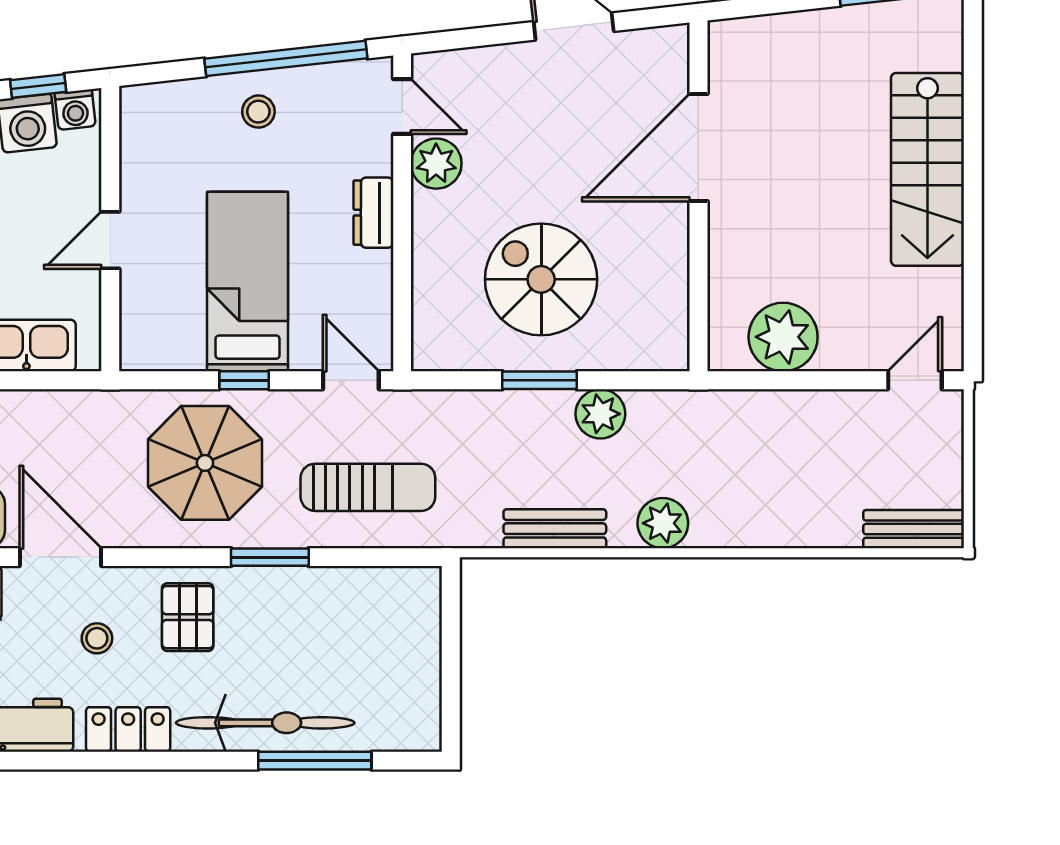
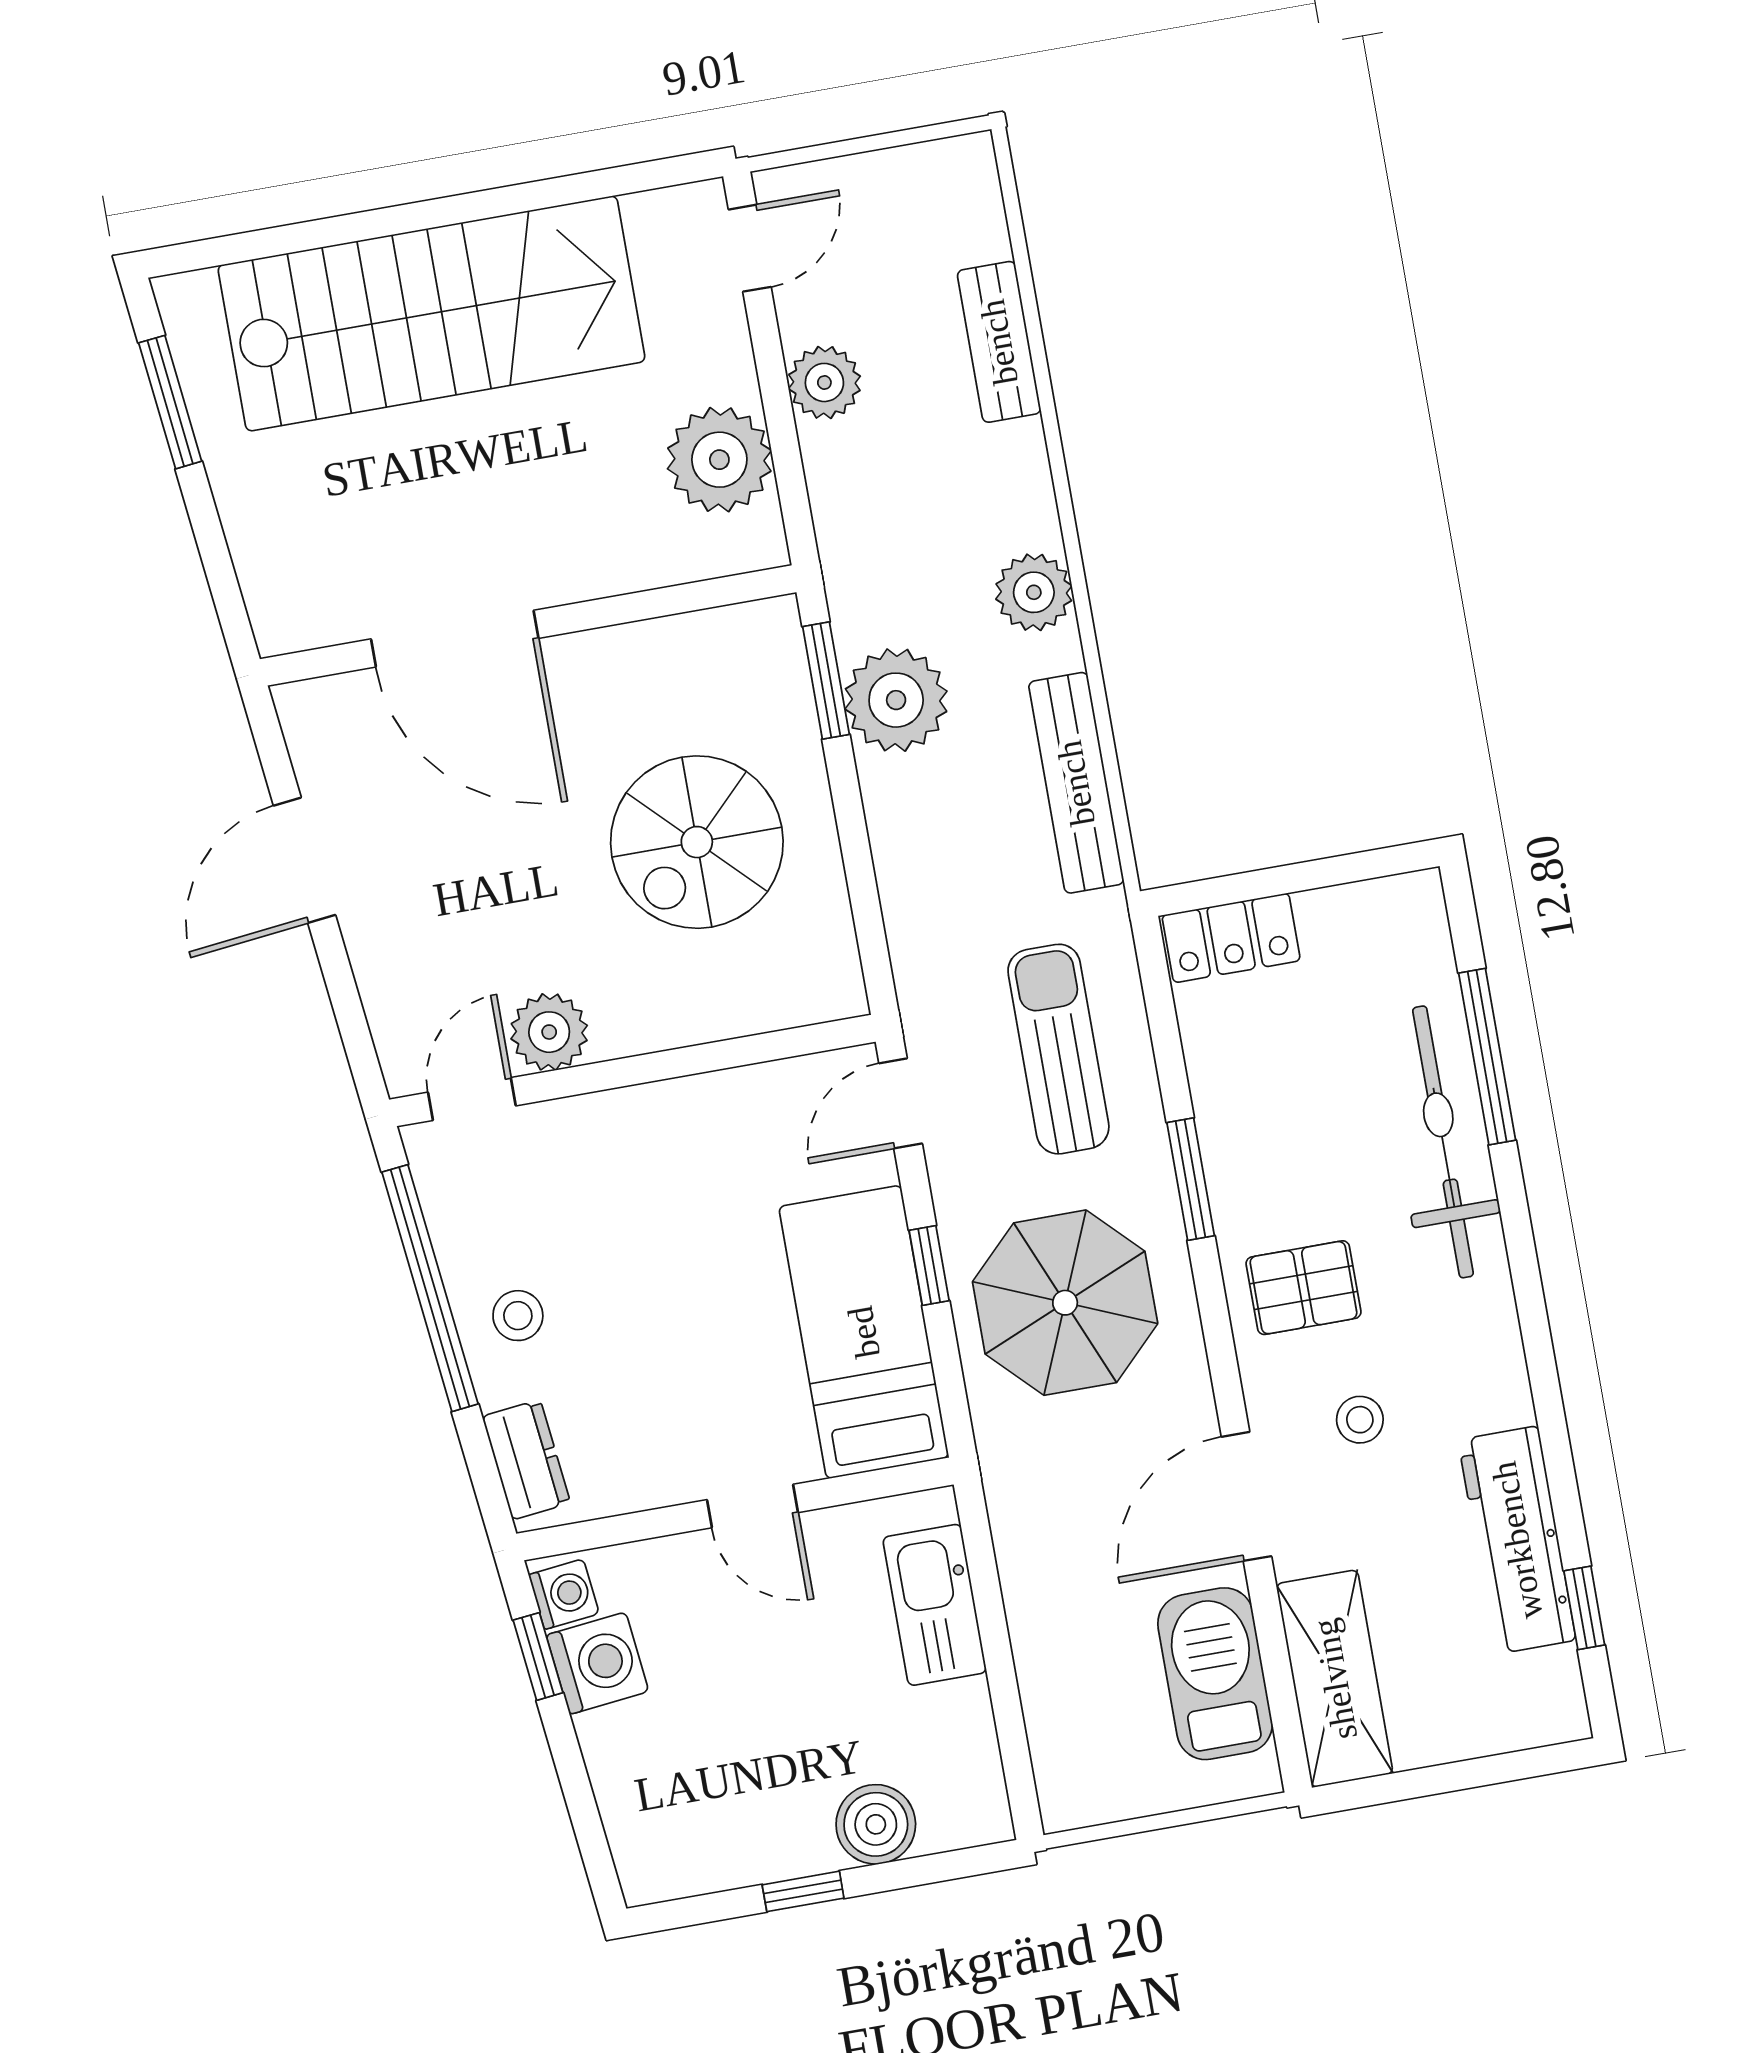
stairs: (927, 169) -> (431, 313), width x1.36, depth x1.51
dresser: (373, 213) -> (526, 1460), moved, turned -96
bed: (248, 281) -> (864, 1332), moved, turned 90
window: (539, 380) -> (826, 680), moved
door: (915, 380) -> (750, 248), swing flipped
plant: (821, 413) -> (824, 382), added
plant: (600, 414) -> (896, 700), width x1.36, depth x1.36
bench: (555, 529) -> (1076, 783), width x1.36
bench: (914, 529) -> (999, 342), moved
locker: (128, 729) -> (1231, 938), moved, turned -90

